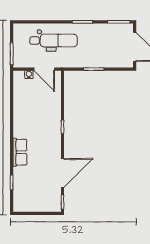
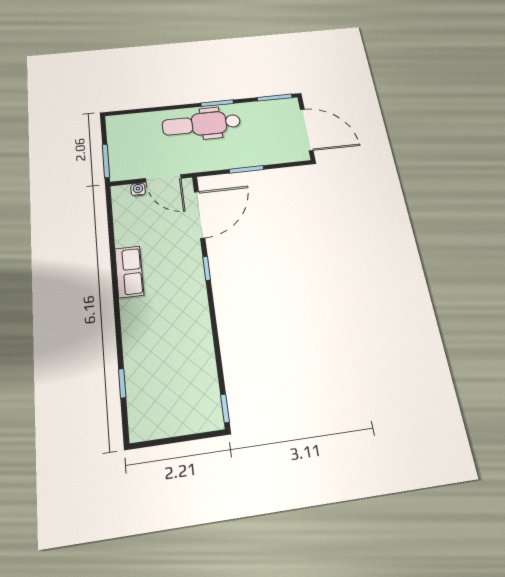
dental chair: (54, 40) -> (201, 124), moved, turned 180
row of seats: (20, 152) -> (129, 272), moved
door: (63, 173) -> (200, 215), moved

